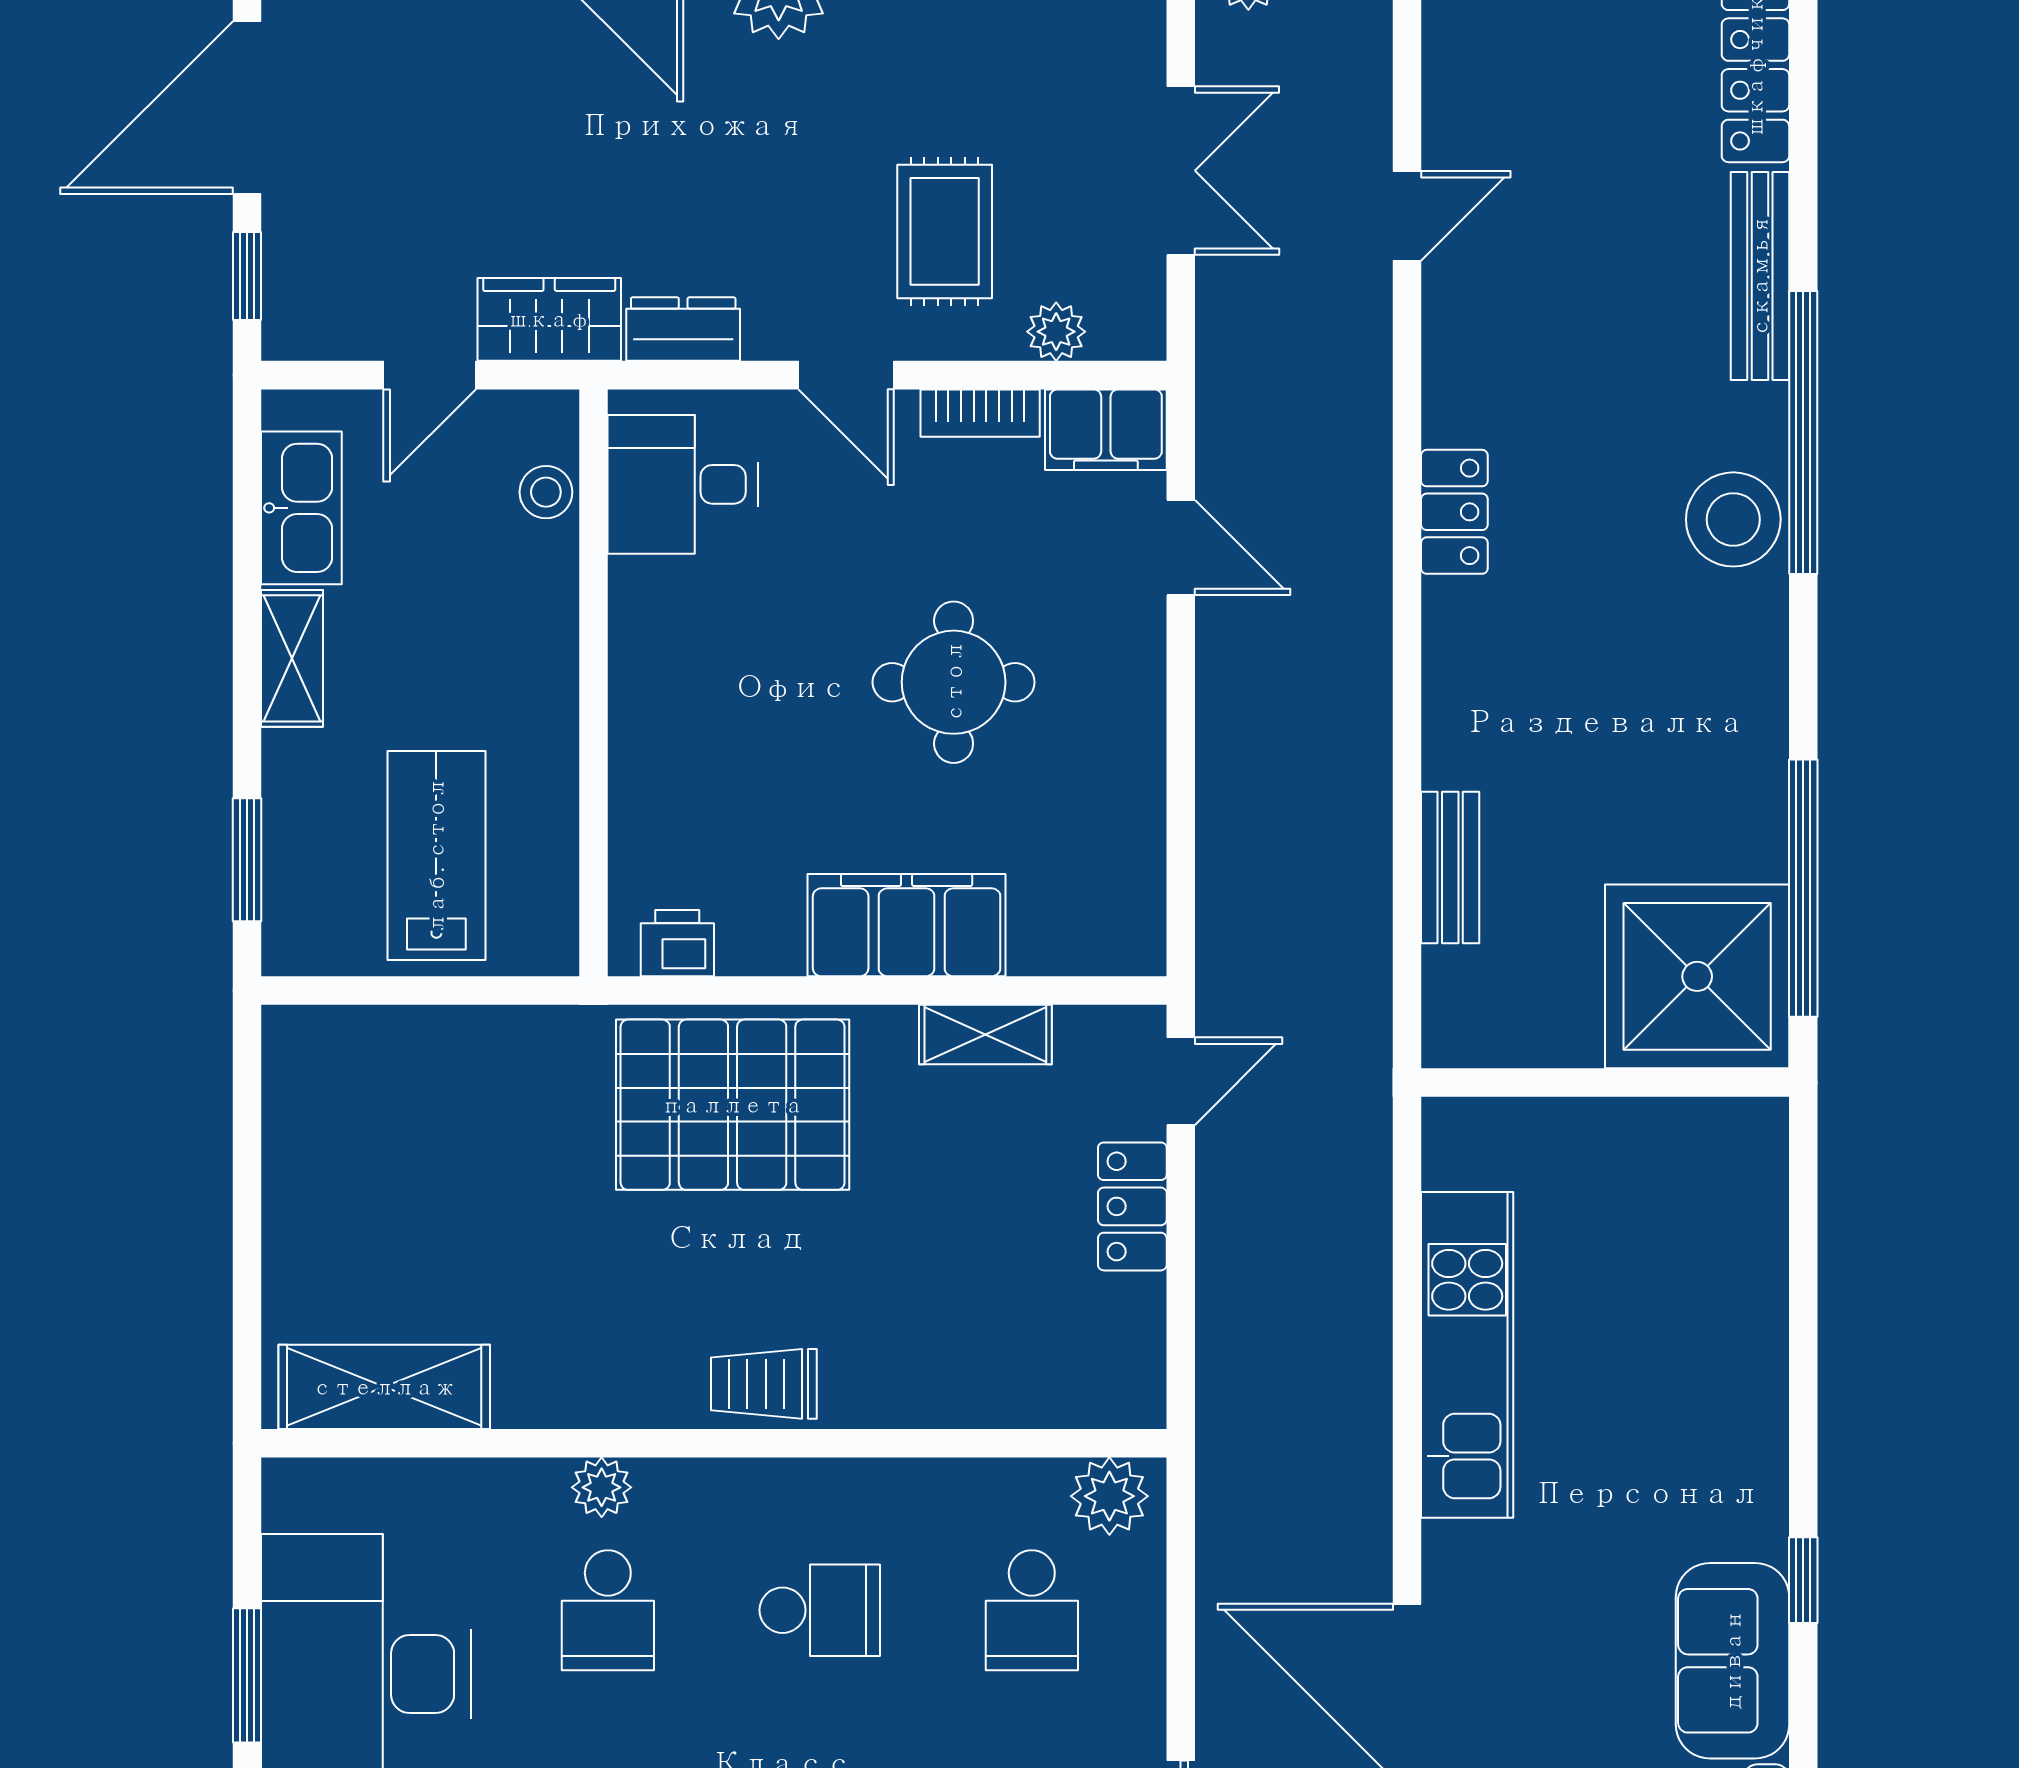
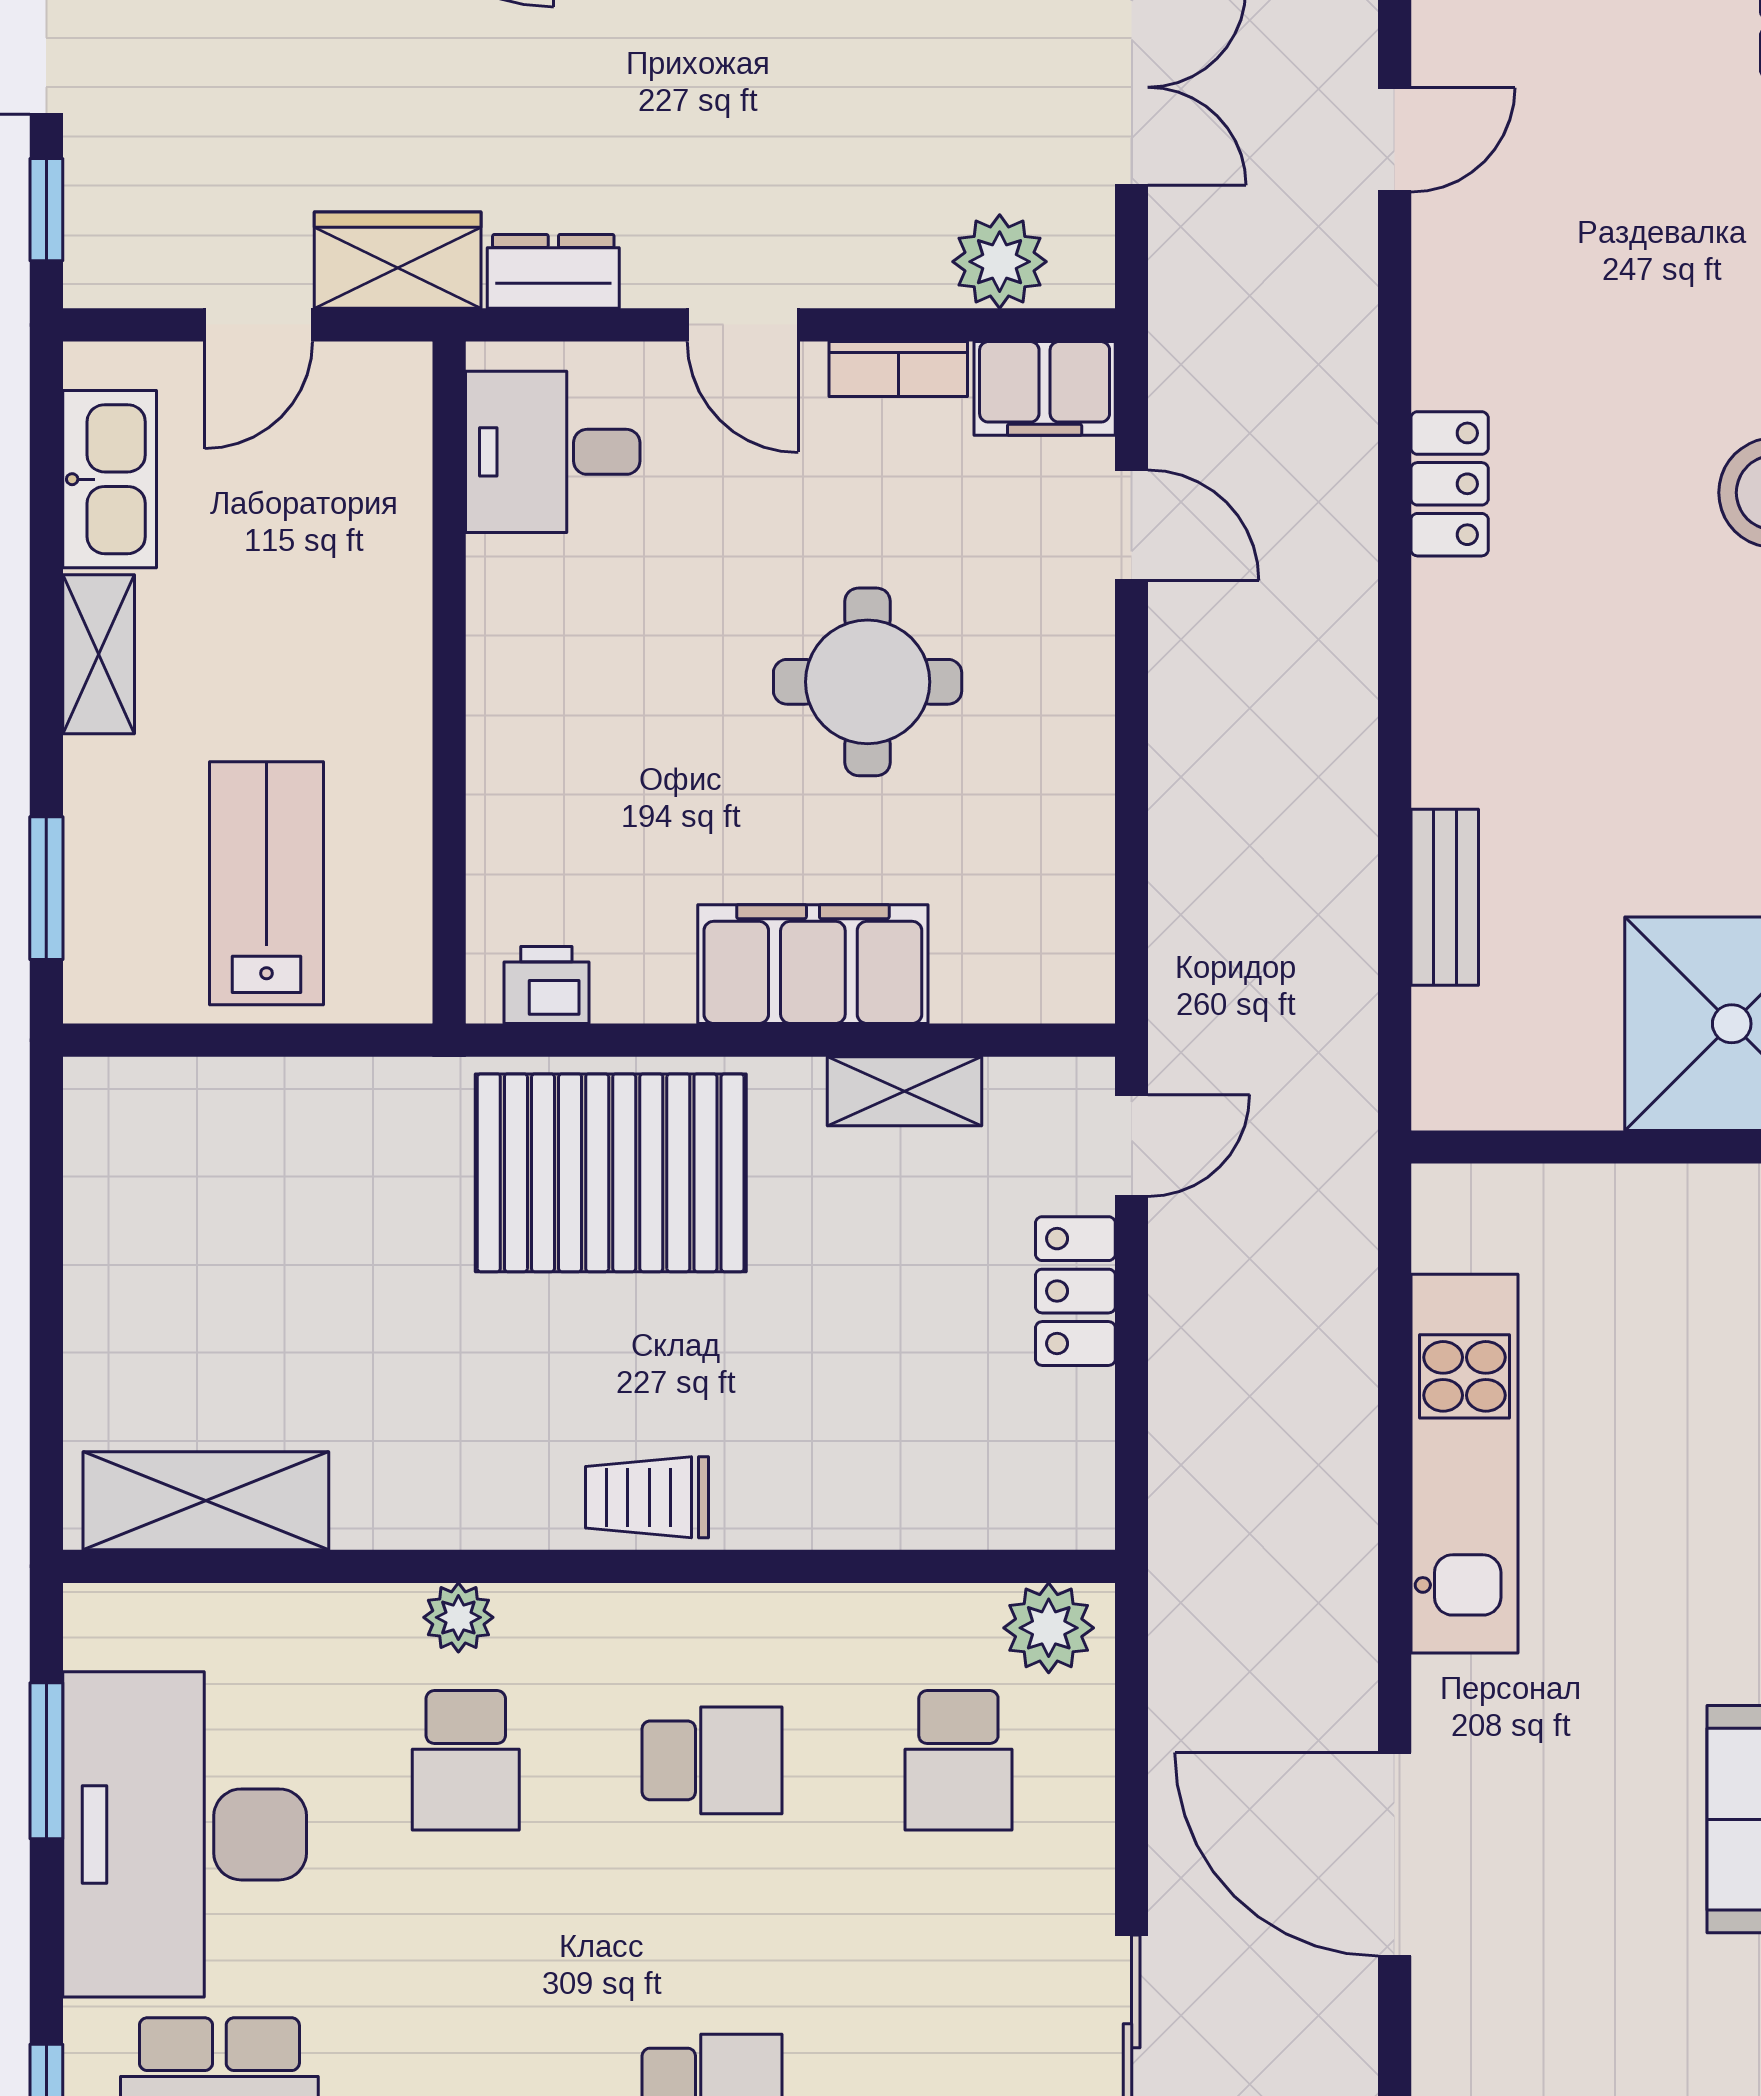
rug: (945, 231) -> (857, 158), removed
plant: (1056, 332) -> (1000, 262), width x1.38, depth x1.38
stool: (546, 492) -> (394, 461), removed
window: (247, 1675) -> (46, 1761), moved

